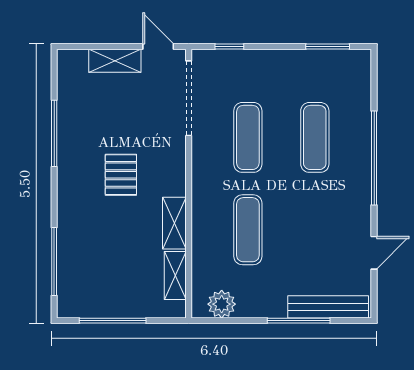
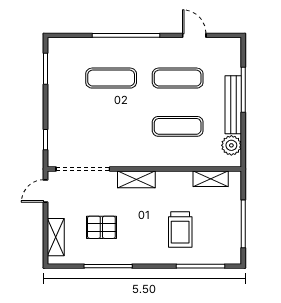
shelving: (115, 61) -> (56, 237), moved
exercise mat: (248, 137) -> (178, 78), moved
pallet: (121, 175) -> (101, 227), moved
shelving: (174, 223) -> (136, 179), moved
trolley: (105, 233) -> (180, 230), added
bench: (328, 307) -> (233, 105), moved

